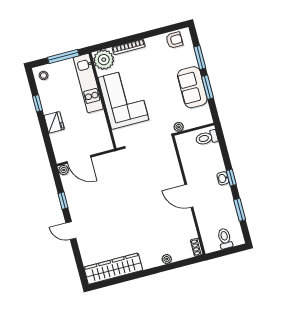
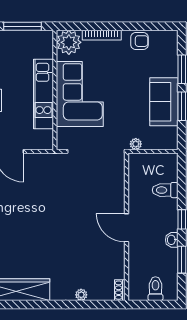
armchair: (174, 40) -> (139, 41), moved
kitchen unit: (88, 83) -> (44, 94), moved
toilet: (207, 138) -> (165, 190), moved
washbasin: (223, 178) -> (172, 240), moved

